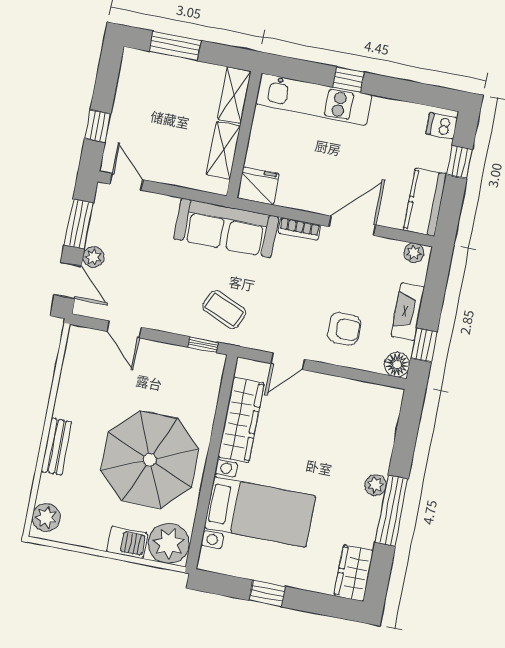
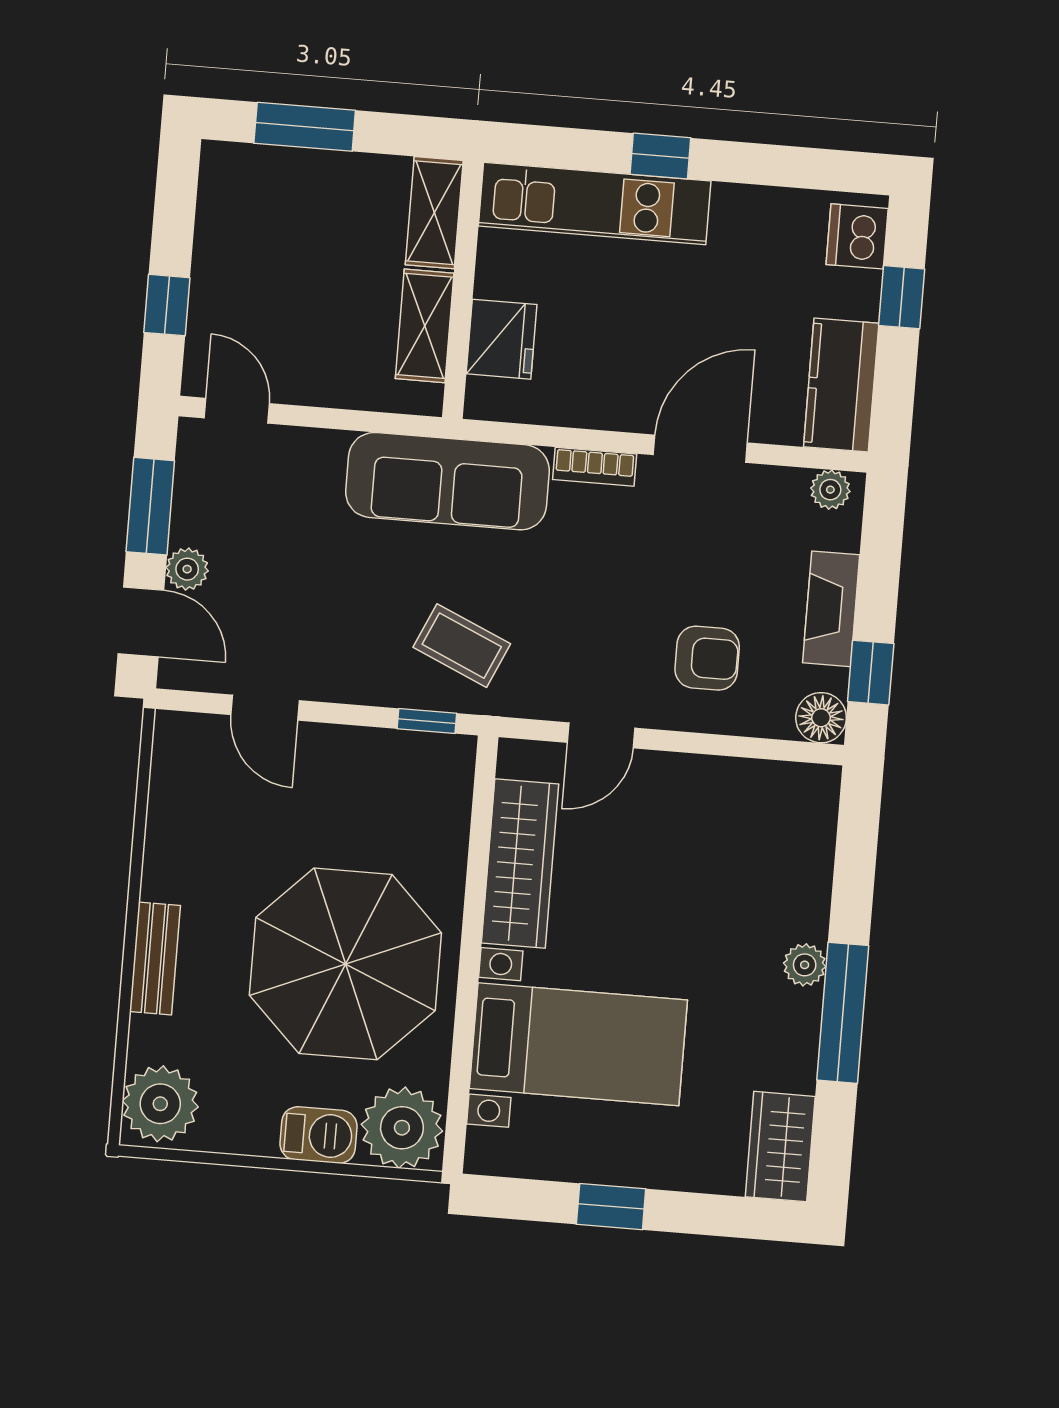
dishwasher: (442, 126) -> (857, 236), width x1.38
fridge: (258, 186) -> (502, 339), moved, turned 90
plant: (46, 517) -> (160, 1104), width x1.36, depth x1.36

